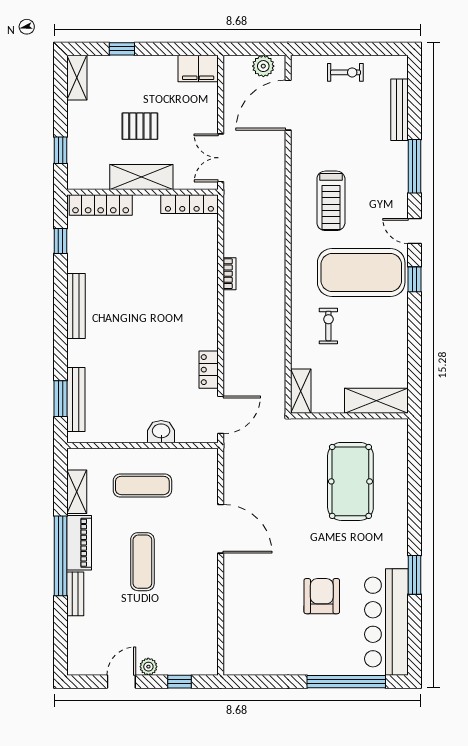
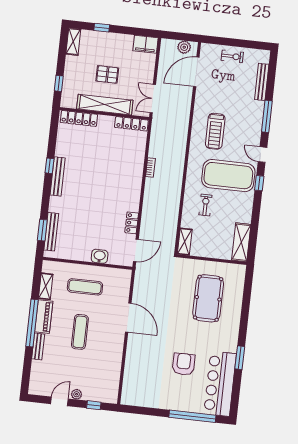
shelving: (141, 177) -> (105, 105), width x1.47
window: (60, 241) -> (50, 166), moved
shelving: (376, 401) -> (241, 242), moved, turned 90

